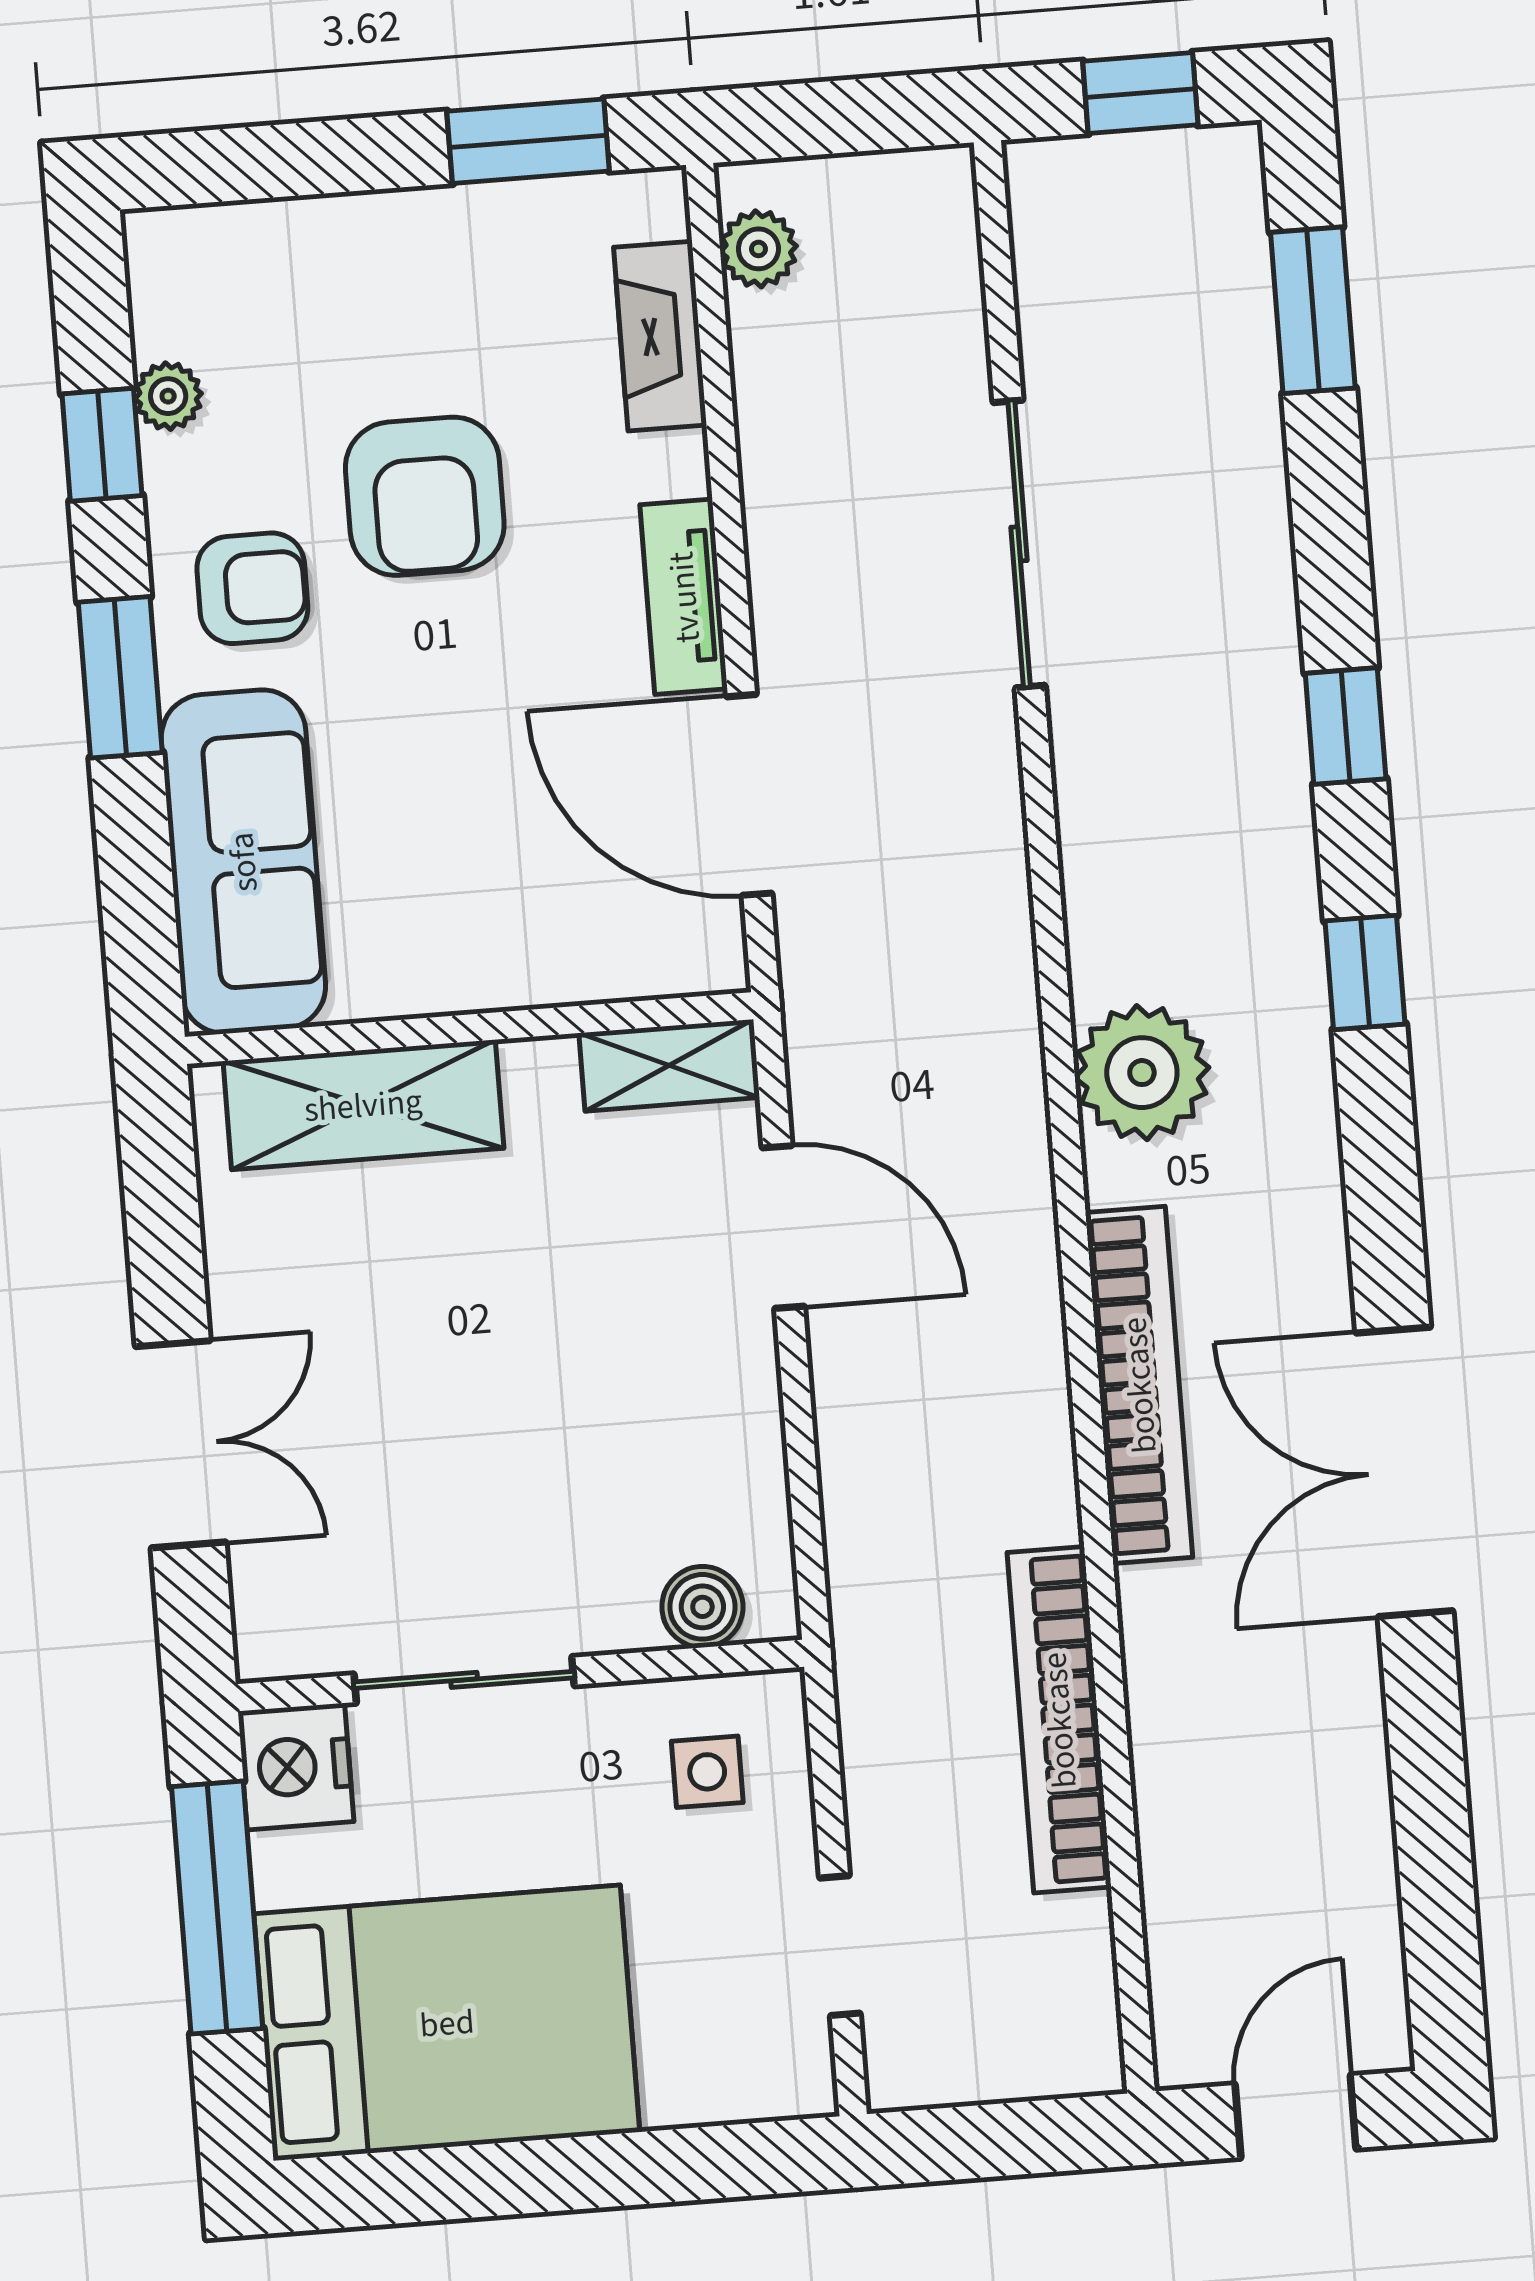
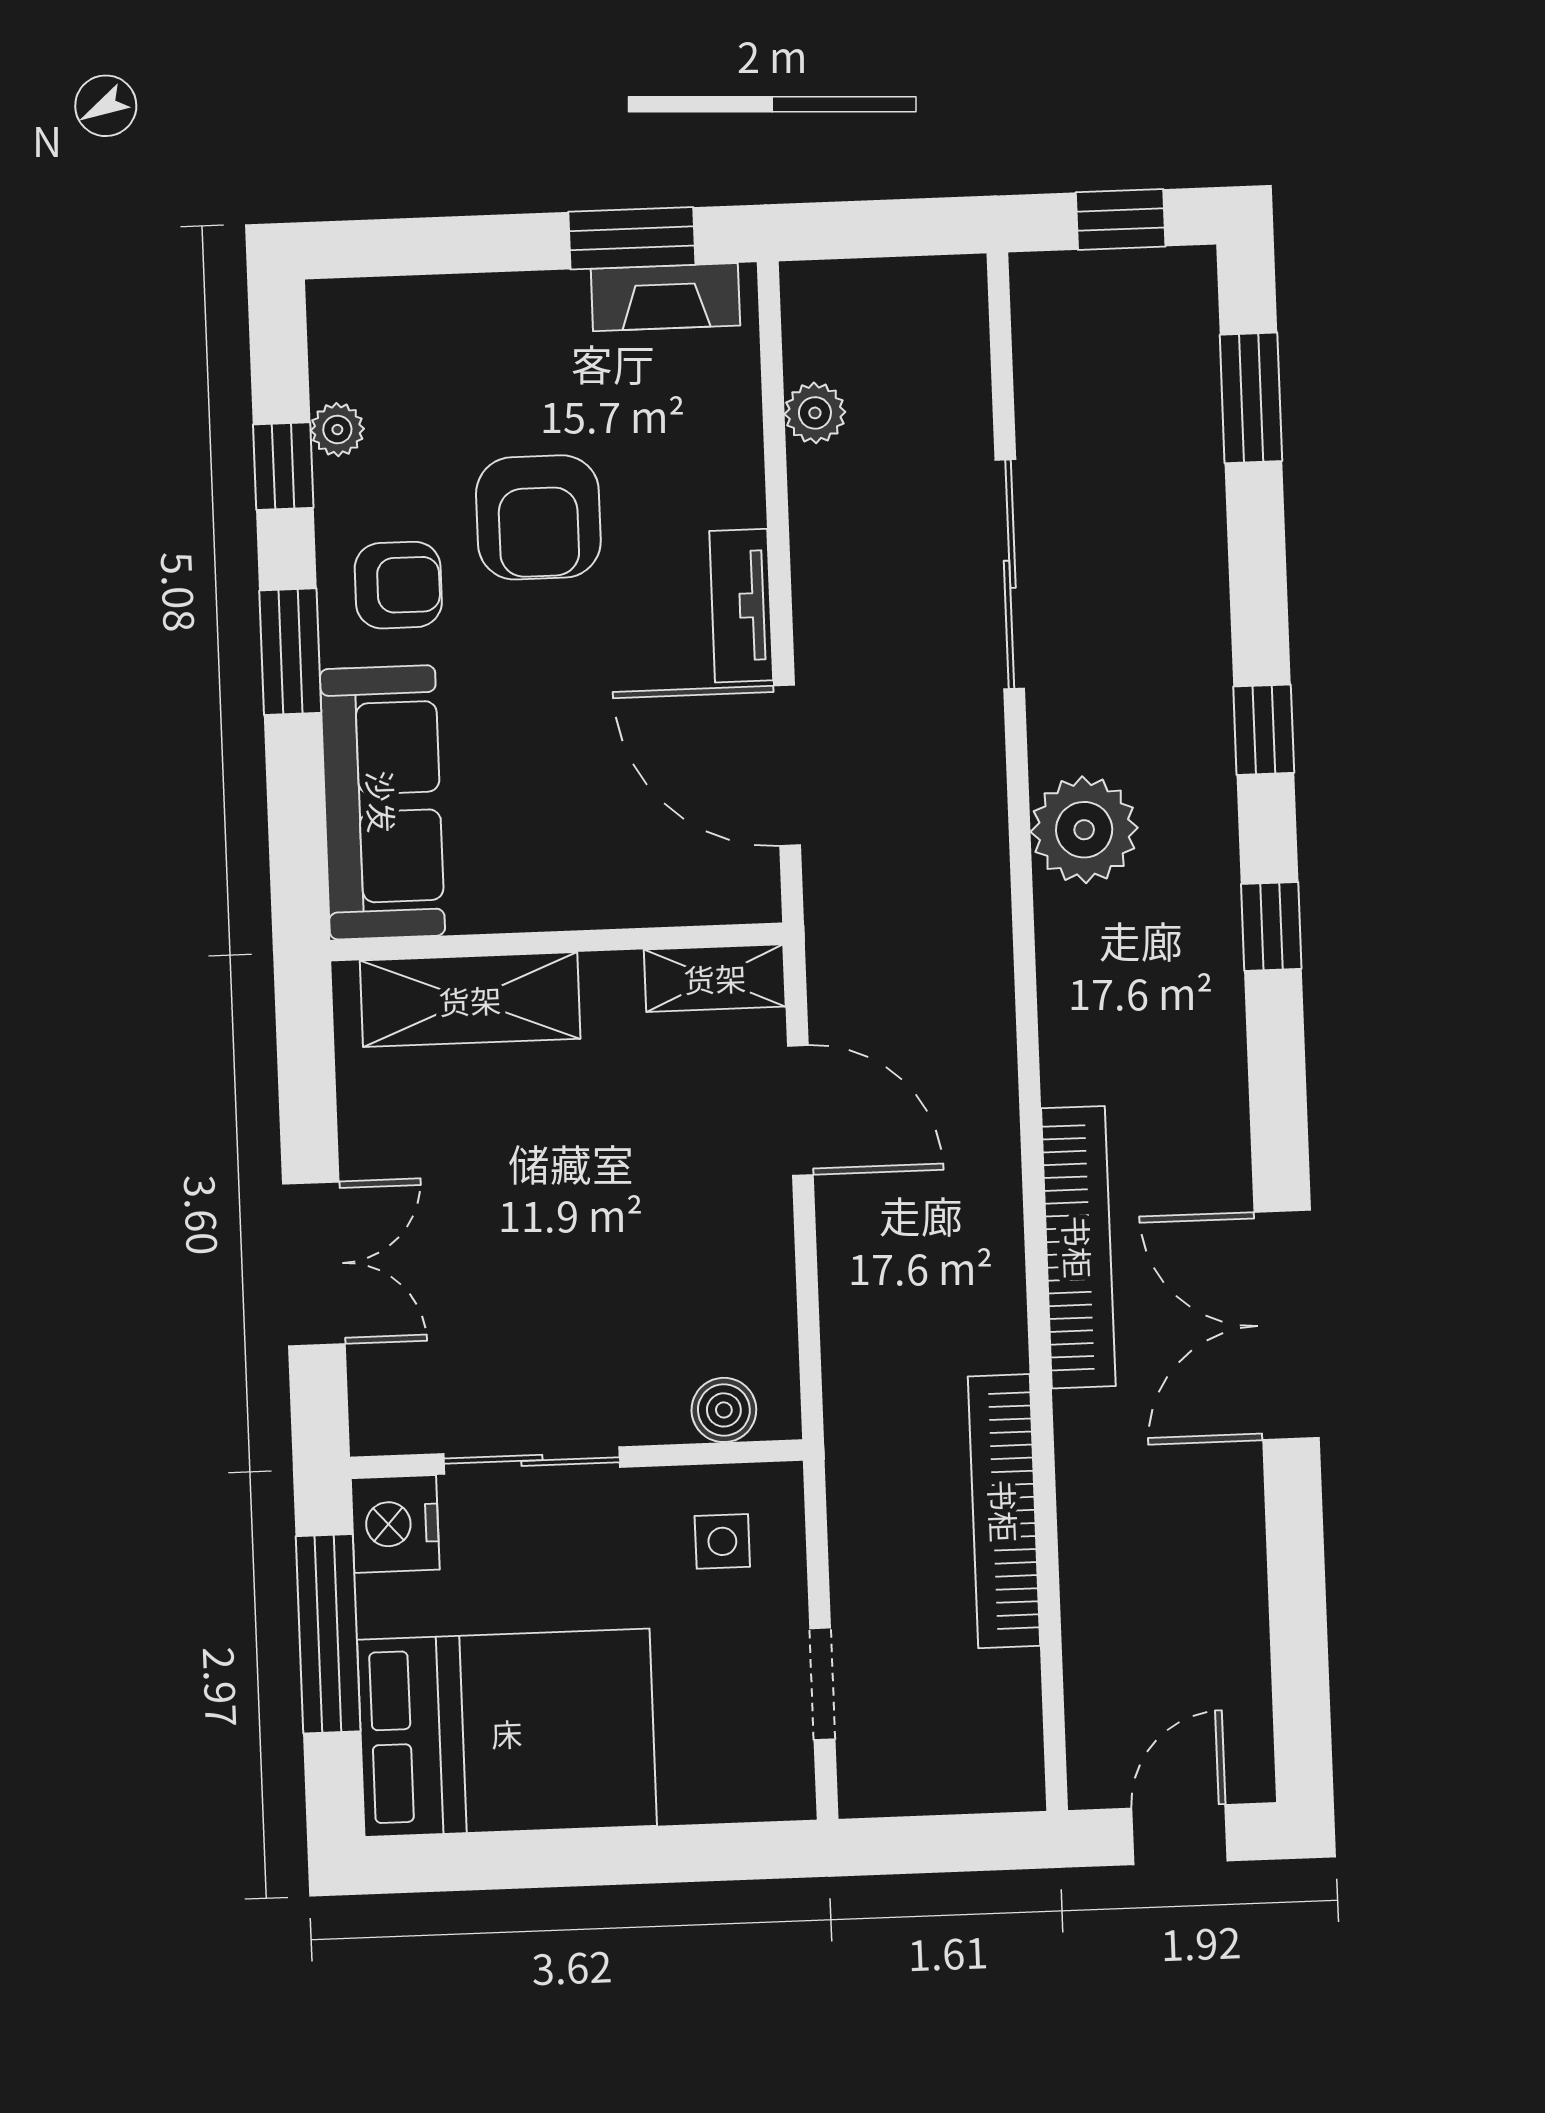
plant: (758, 249) -> (815, 413), moved
fireplace: (660, 336) -> (665, 297), moved, turned -90
plant: (1142, 1073) -> (1084, 830), moved

